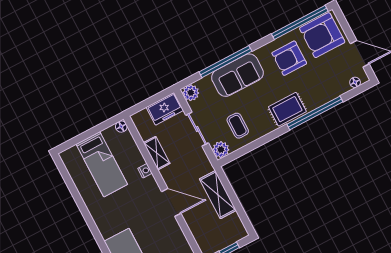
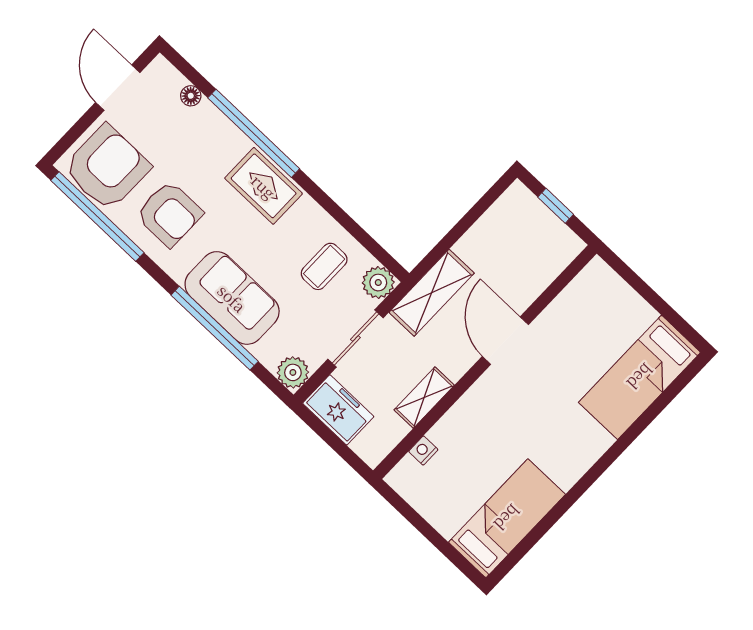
armchair: (322, 35) -> (107, 168), turned -90
floor lamp: (355, 82) -> (191, 96), moved
floor lamp: (121, 127) -> (397, 479), removed
bed: (102, 164) -> (507, 518), moved
nightstand: (145, 171) -> (423, 451), moved
shelving: (218, 195) -> (432, 293), moved

